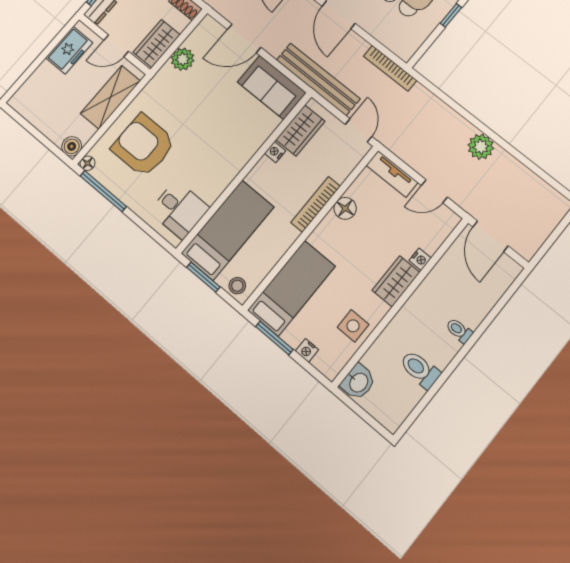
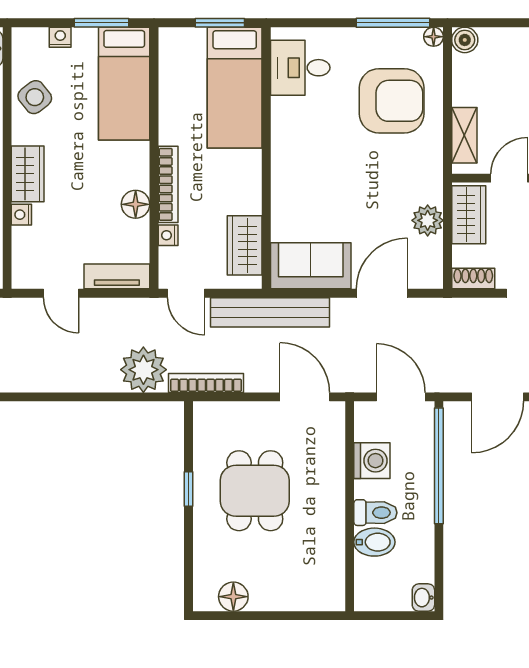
shelving: (110, 97) -> (464, 135), width x0.67, depth x0.75
plant: (481, 147) -> (143, 370), moved, width x1.36, depth x1.36
nightstand: (275, 152) -> (168, 235), moved, turned 180
door: (434, 191) -> (61, 293), swing flipped
stool: (237, 286) -> (179, 42), removed
side table: (353, 326) -> (35, 97), turned -38

